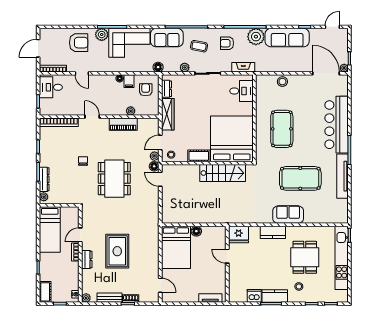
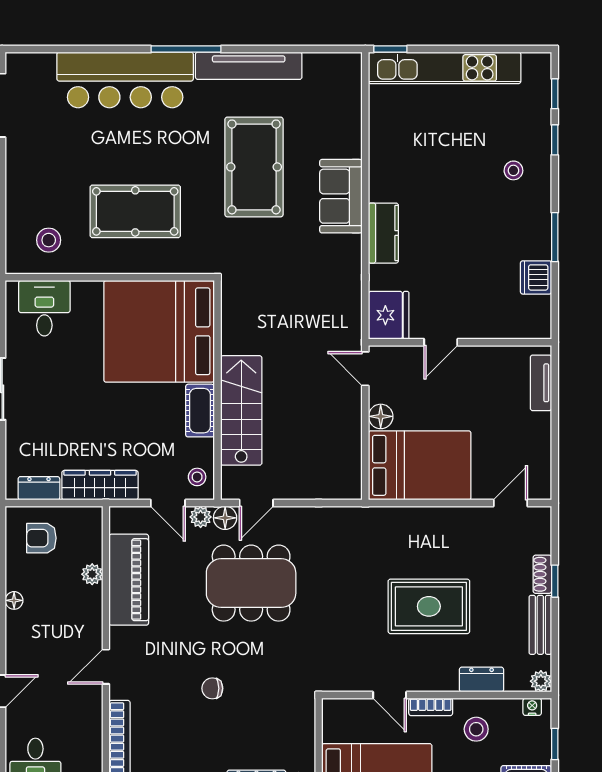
filing cabinet: (129, 81) -> (21, 578), removed
stool: (282, 82) -> (49, 240), moved
piano: (123, 124) -> (129, 580), width x1.37, depth x1.33
stairs: (223, 173) -> (241, 410), moved
dining table: (114, 179) -> (251, 583), moved
door: (216, 225) -> (365, 369), added
dining table: (305, 257) -> (443, 156), removed
dresser: (87, 260) -> (481, 680), moved
stool: (66, 271) -> (476, 729), added
kitchen counter: (275, 296) -> (536, 228), removed

